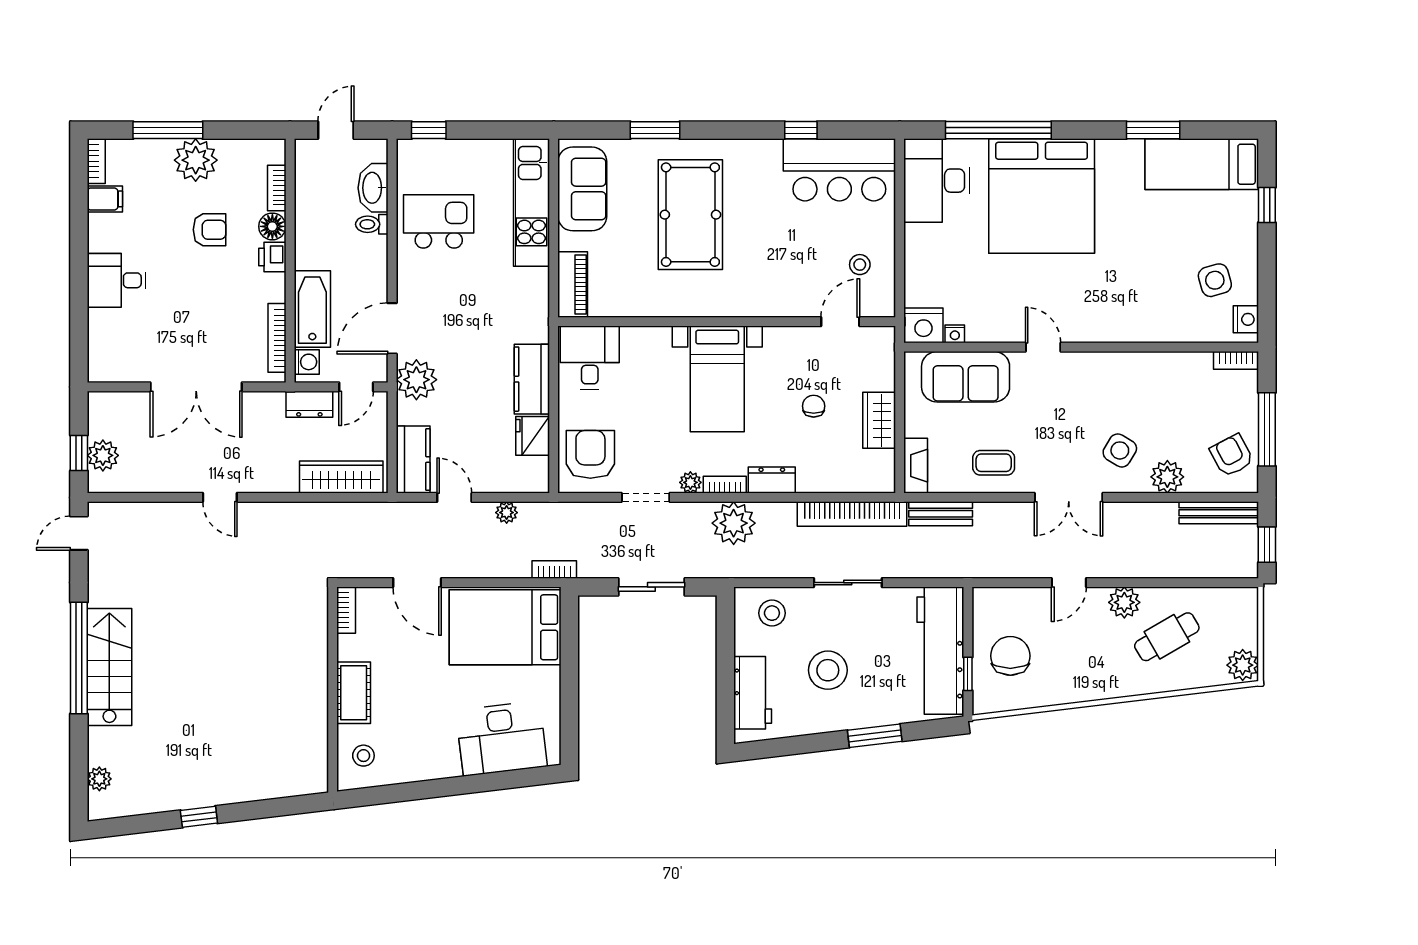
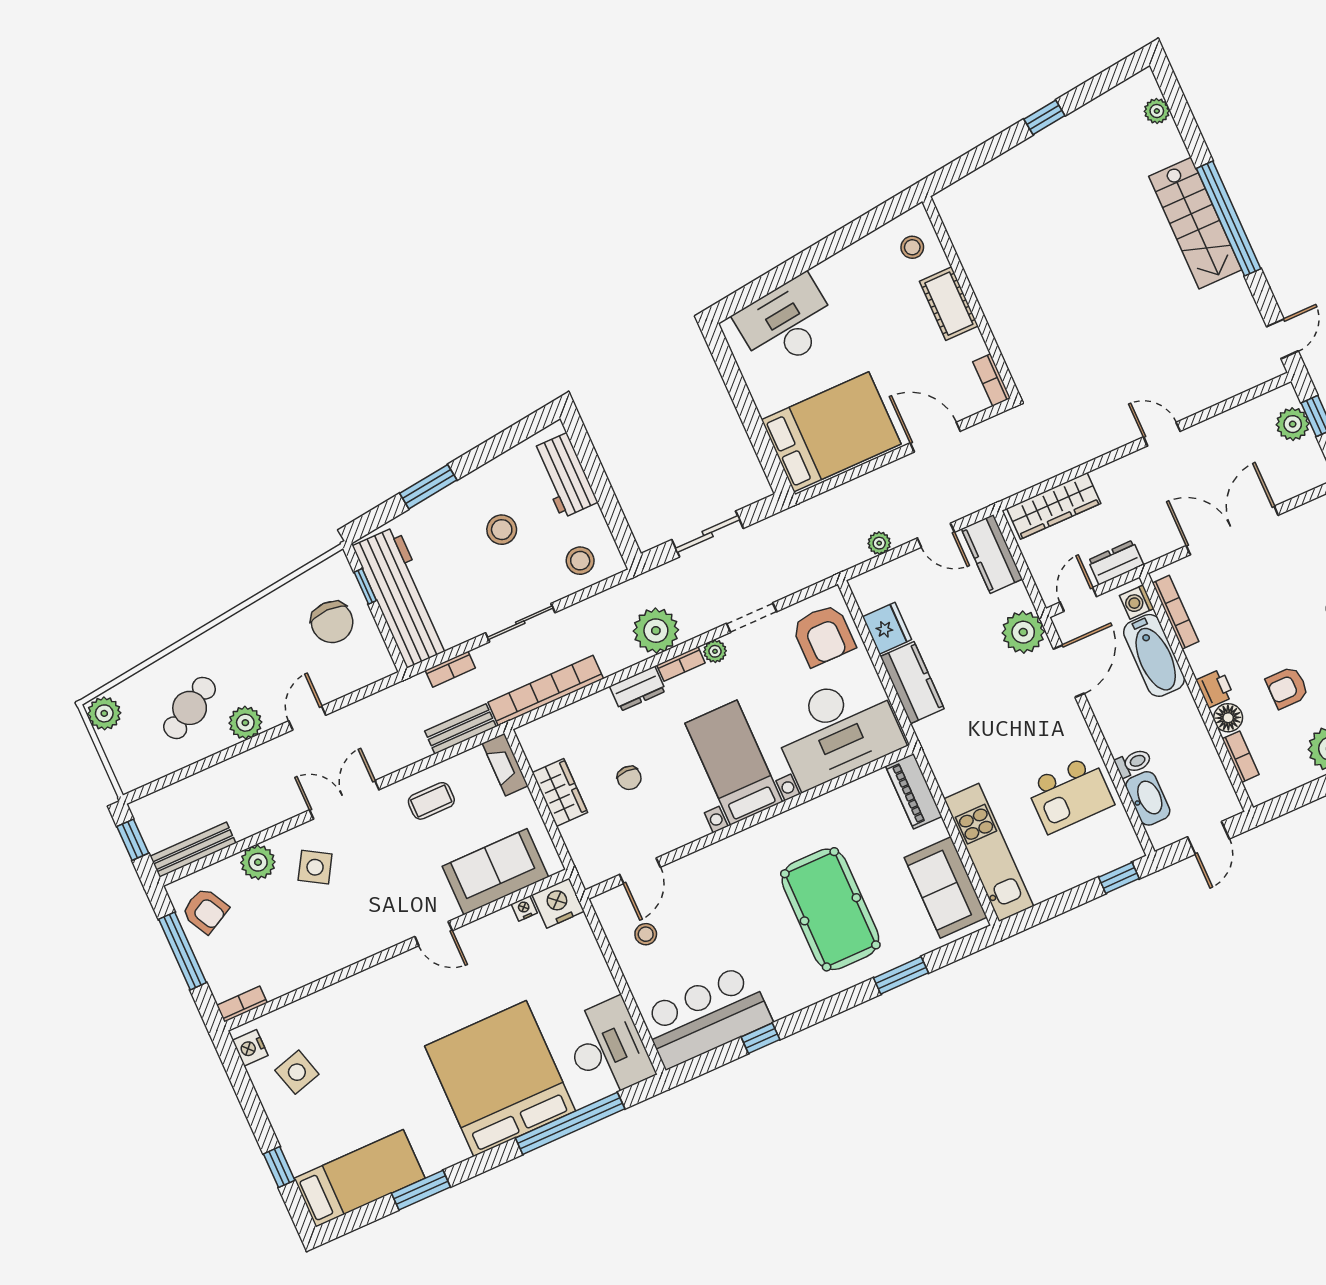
desk: (590, 357) -> (837, 730), width x1.87, depth x1.30
bookcase: (554, 569) -> (450, 669), moved
stool: (828, 670) -> (502, 530), width x0.73, depth x0.73

